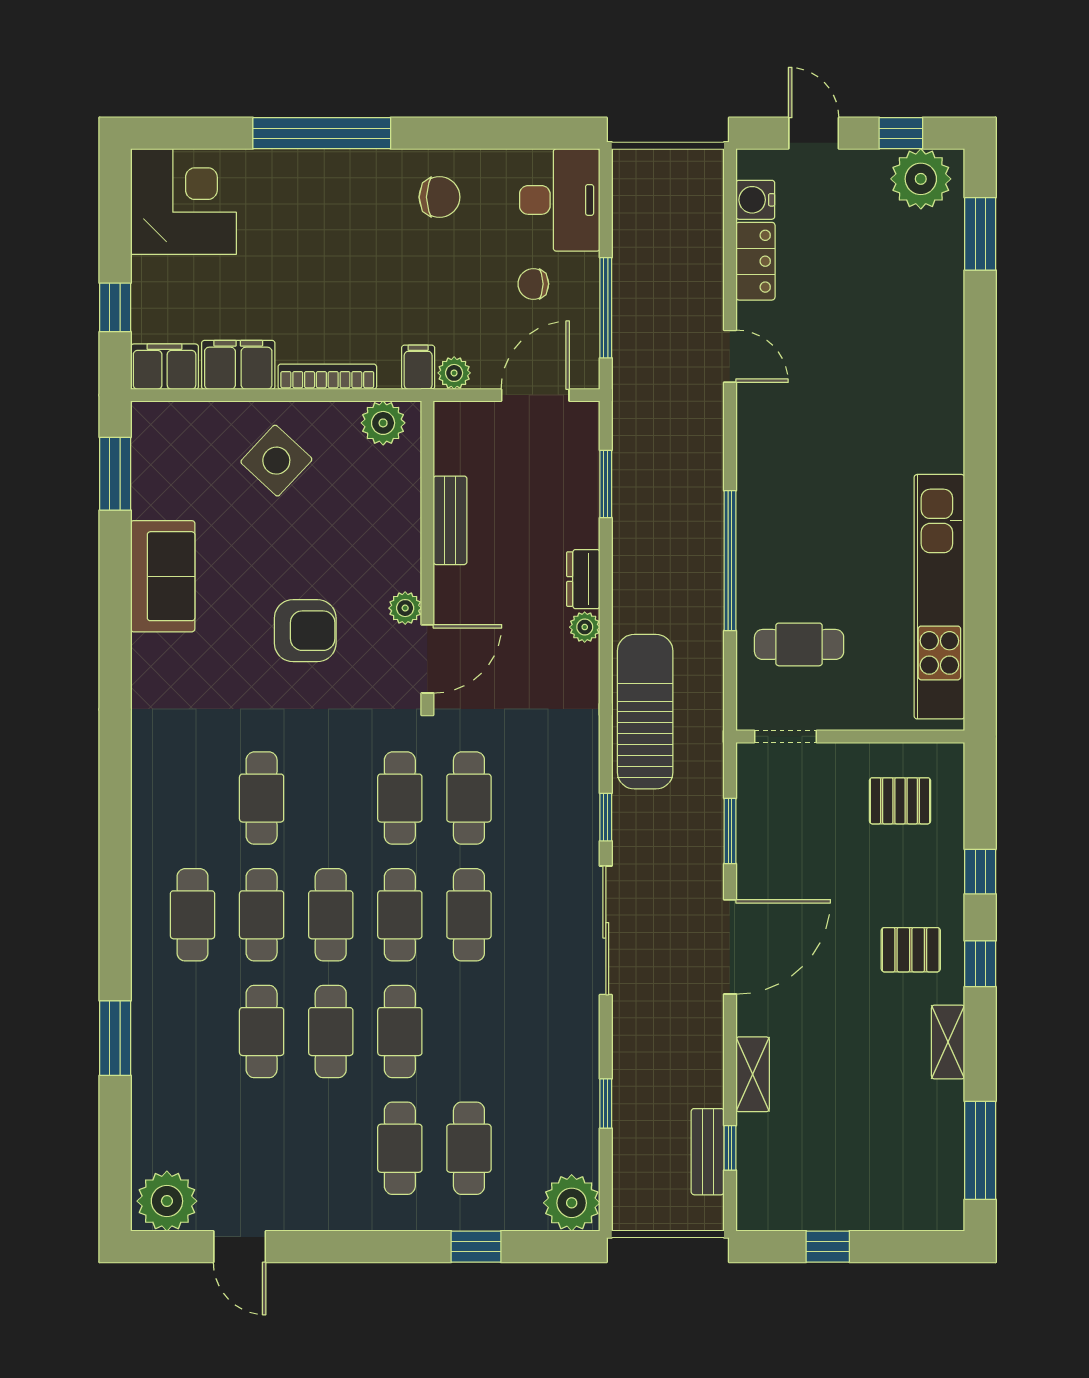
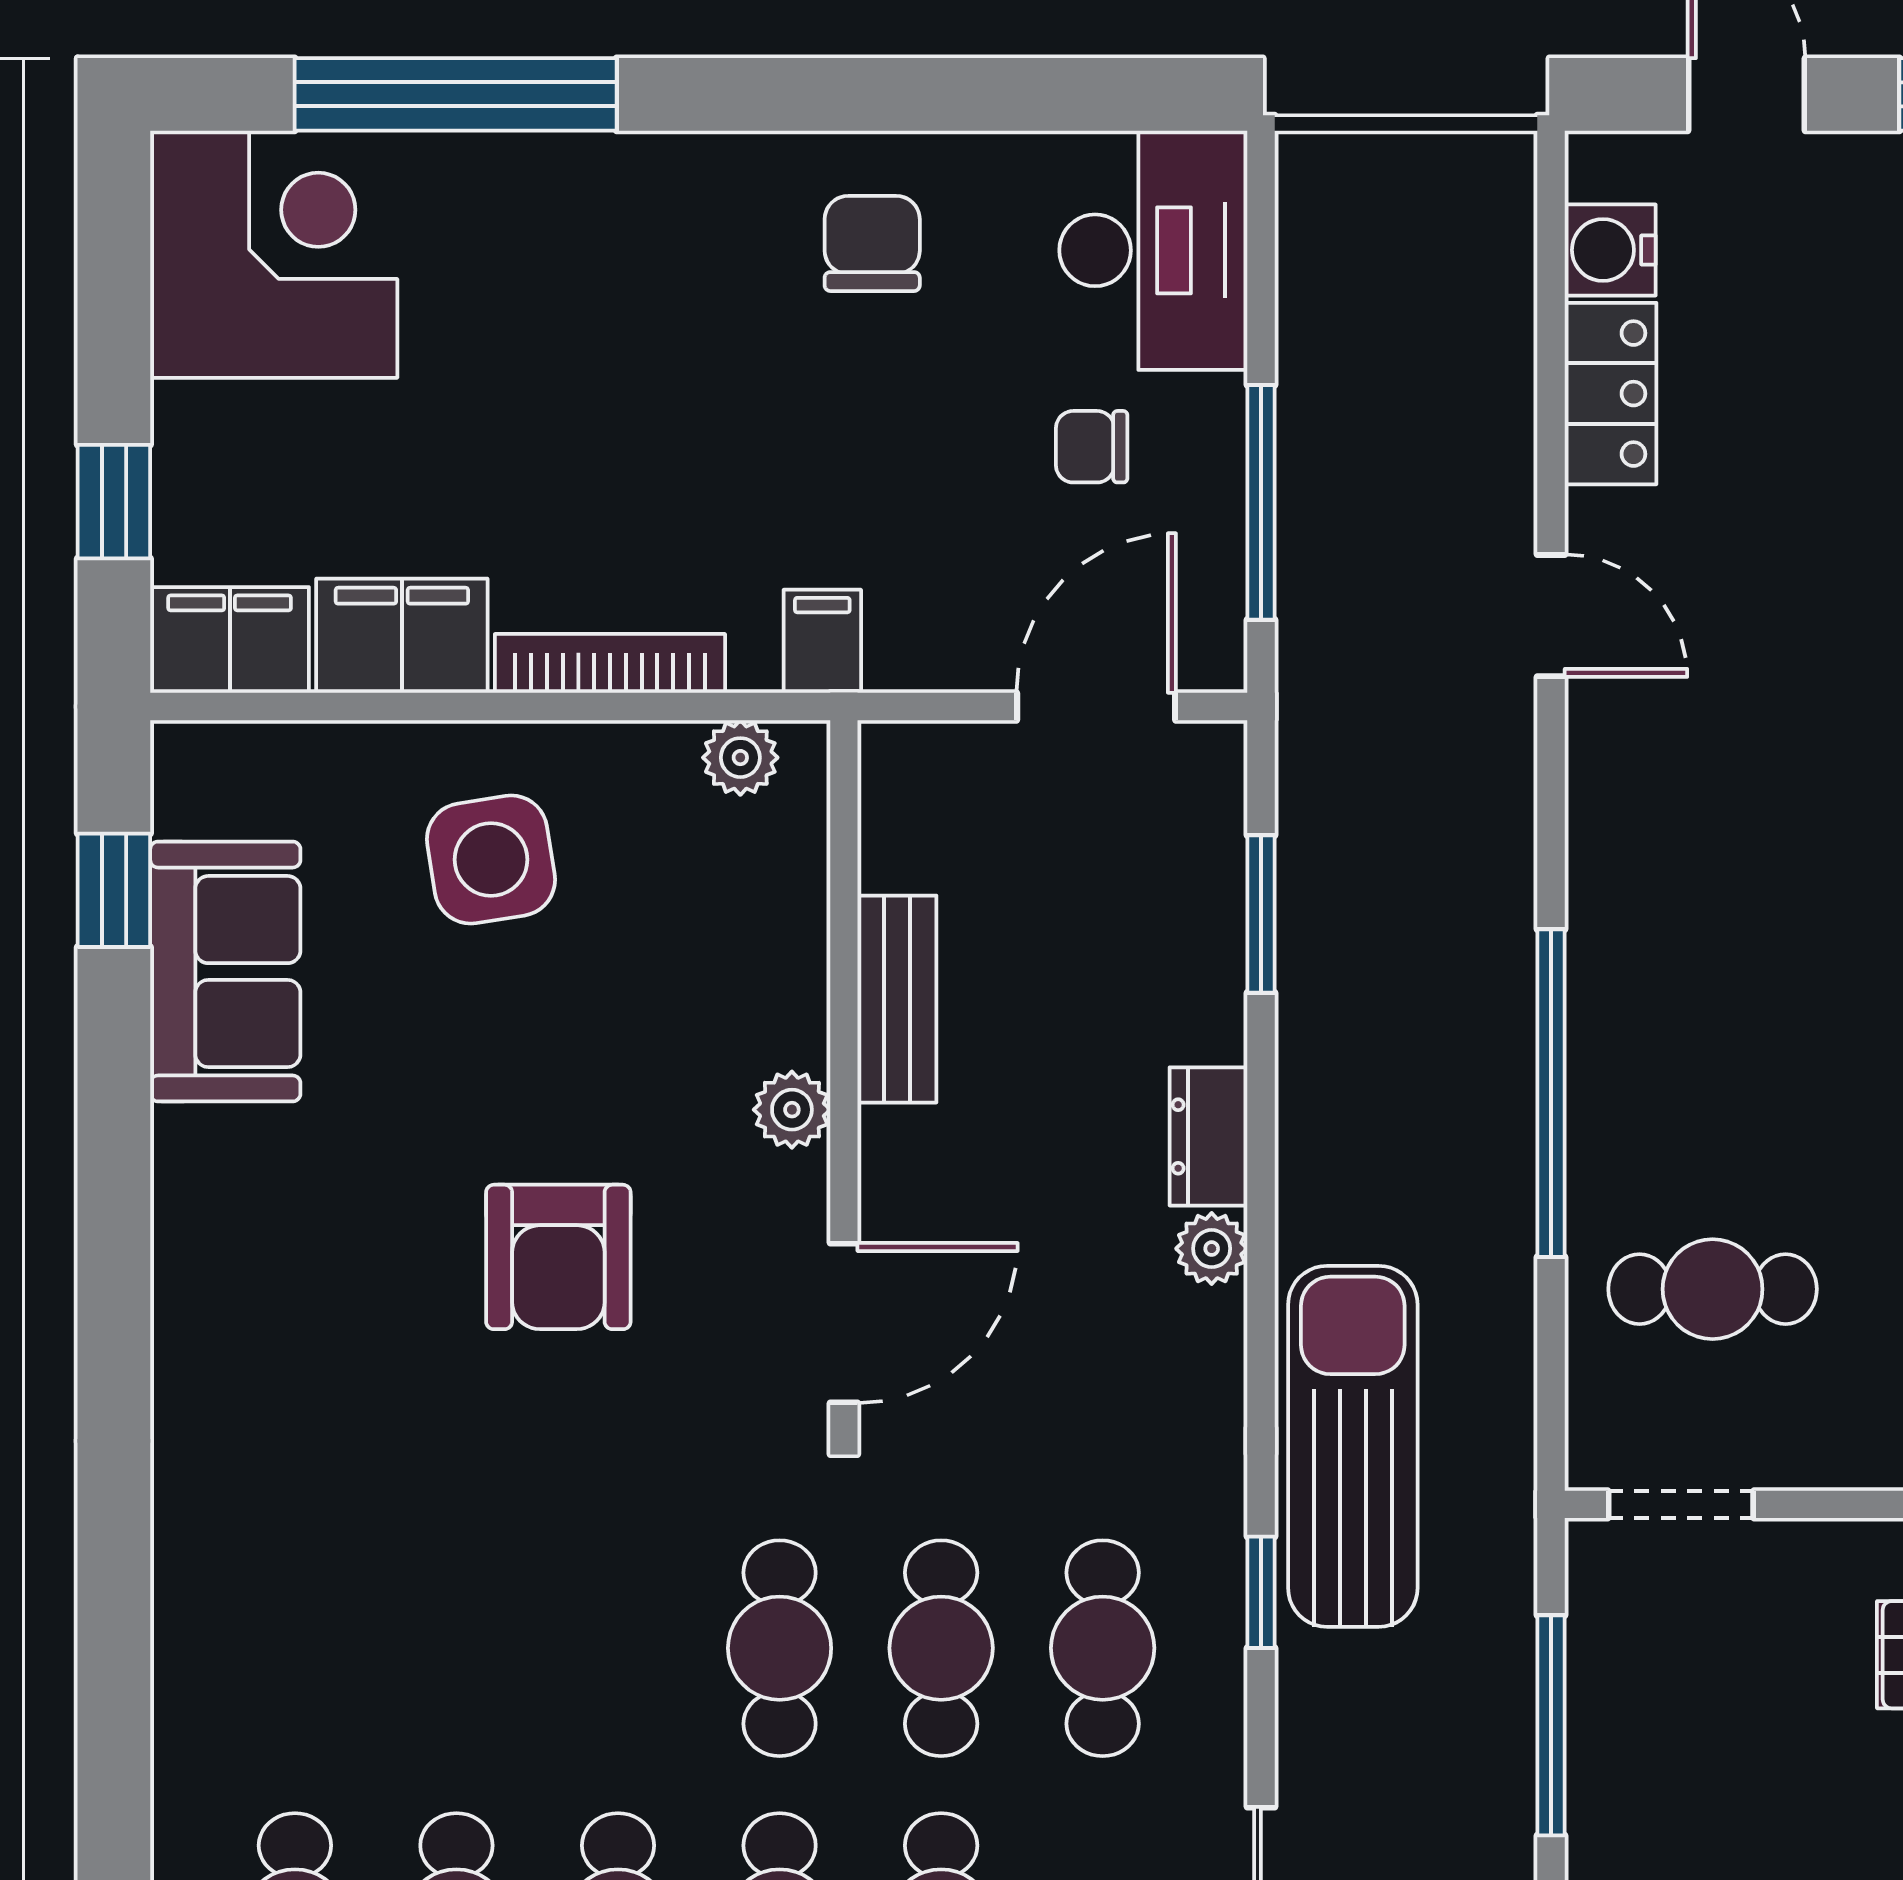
window: (322, 133) -> (456, 94), moved
chair: (439, 197) -> (872, 244), turned -90
plant: (454, 373) -> (906, 655), removed
plant: (383, 423) -> (740, 758), width x0.73, depth x0.73
side table: (276, 461) -> (491, 860), turned 38
window: (115, 474) -> (114, 890), width x0.67
sofa: (163, 576) -> (225, 972), moved
plant: (405, 608) -> (792, 1110), moved
armchair: (305, 631) -> (558, 1257), turned 90
cafe table: (262, 798) -> (1103, 1648), moved
window: (606, 817) -> (1261, 1592), moved
window: (730, 831) -> (1551, 1725), width x1.44

